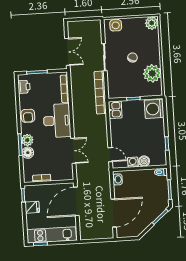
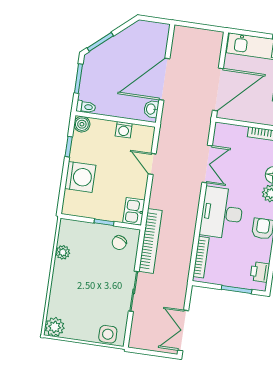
double door: (67, 52) -> (183, 330), moved
chair: (133, 57) -> (119, 243), moved
plant: (152, 73) -> (63, 252), width x0.53, depth x0.53
washing machine: (154, 109) -> (80, 177), moved
double door: (73, 151) -> (207, 164), swing flipped
door: (110, 155) -> (152, 164), moved
boiler: (144, 161) -> (82, 124), moved
door: (114, 213) -> (164, 79), moved

